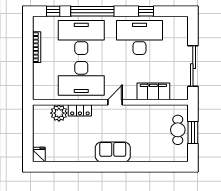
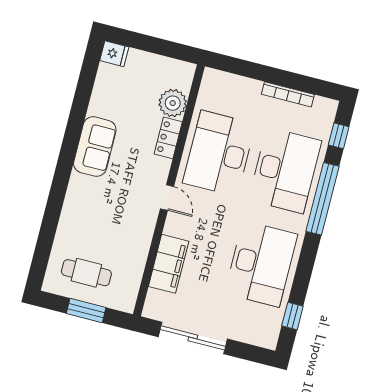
window: (146, 11) -> (292, 316), moved
cafe table: (178, 130) -> (86, 273), moved
sofa: (113, 152) -> (95, 147), moved

